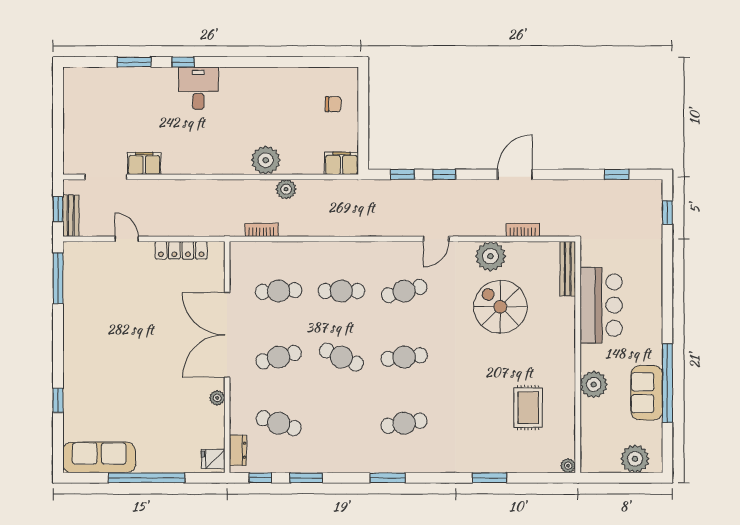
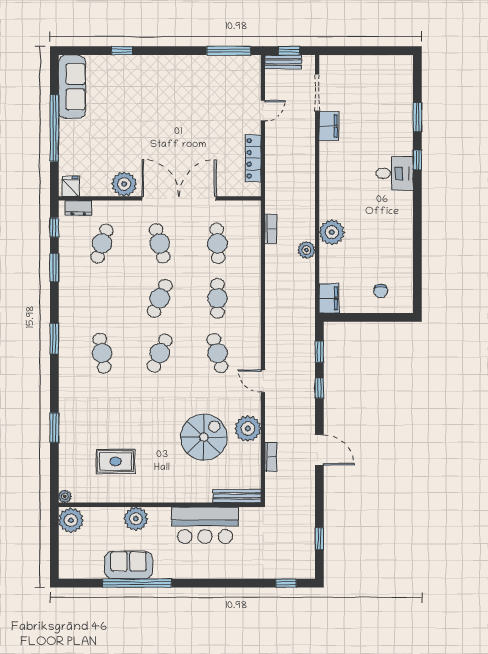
cafe table: (404, 357) -> (160, 353), turned 30
plant: (217, 398) -> (124, 184), width x1.88, depth x1.88
plant: (635, 459) -> (71, 520), moved

